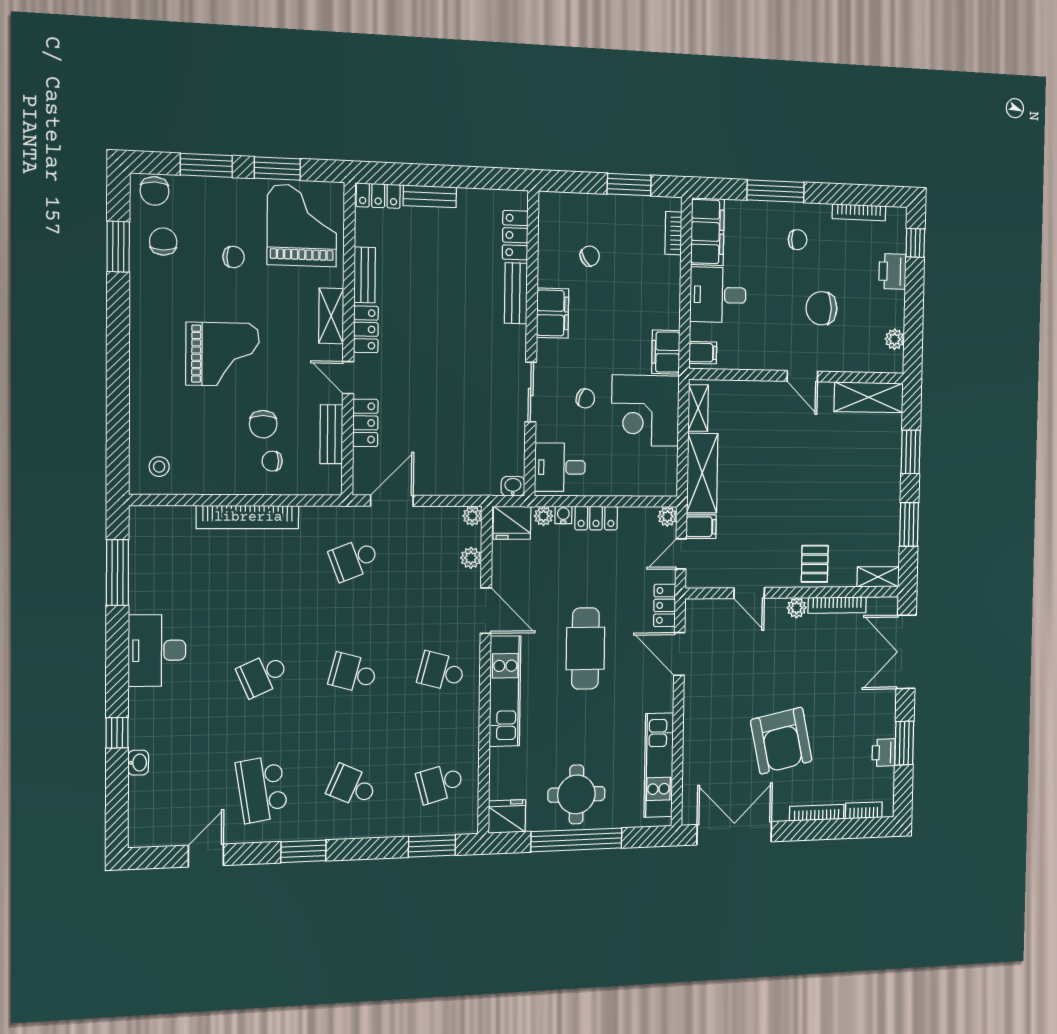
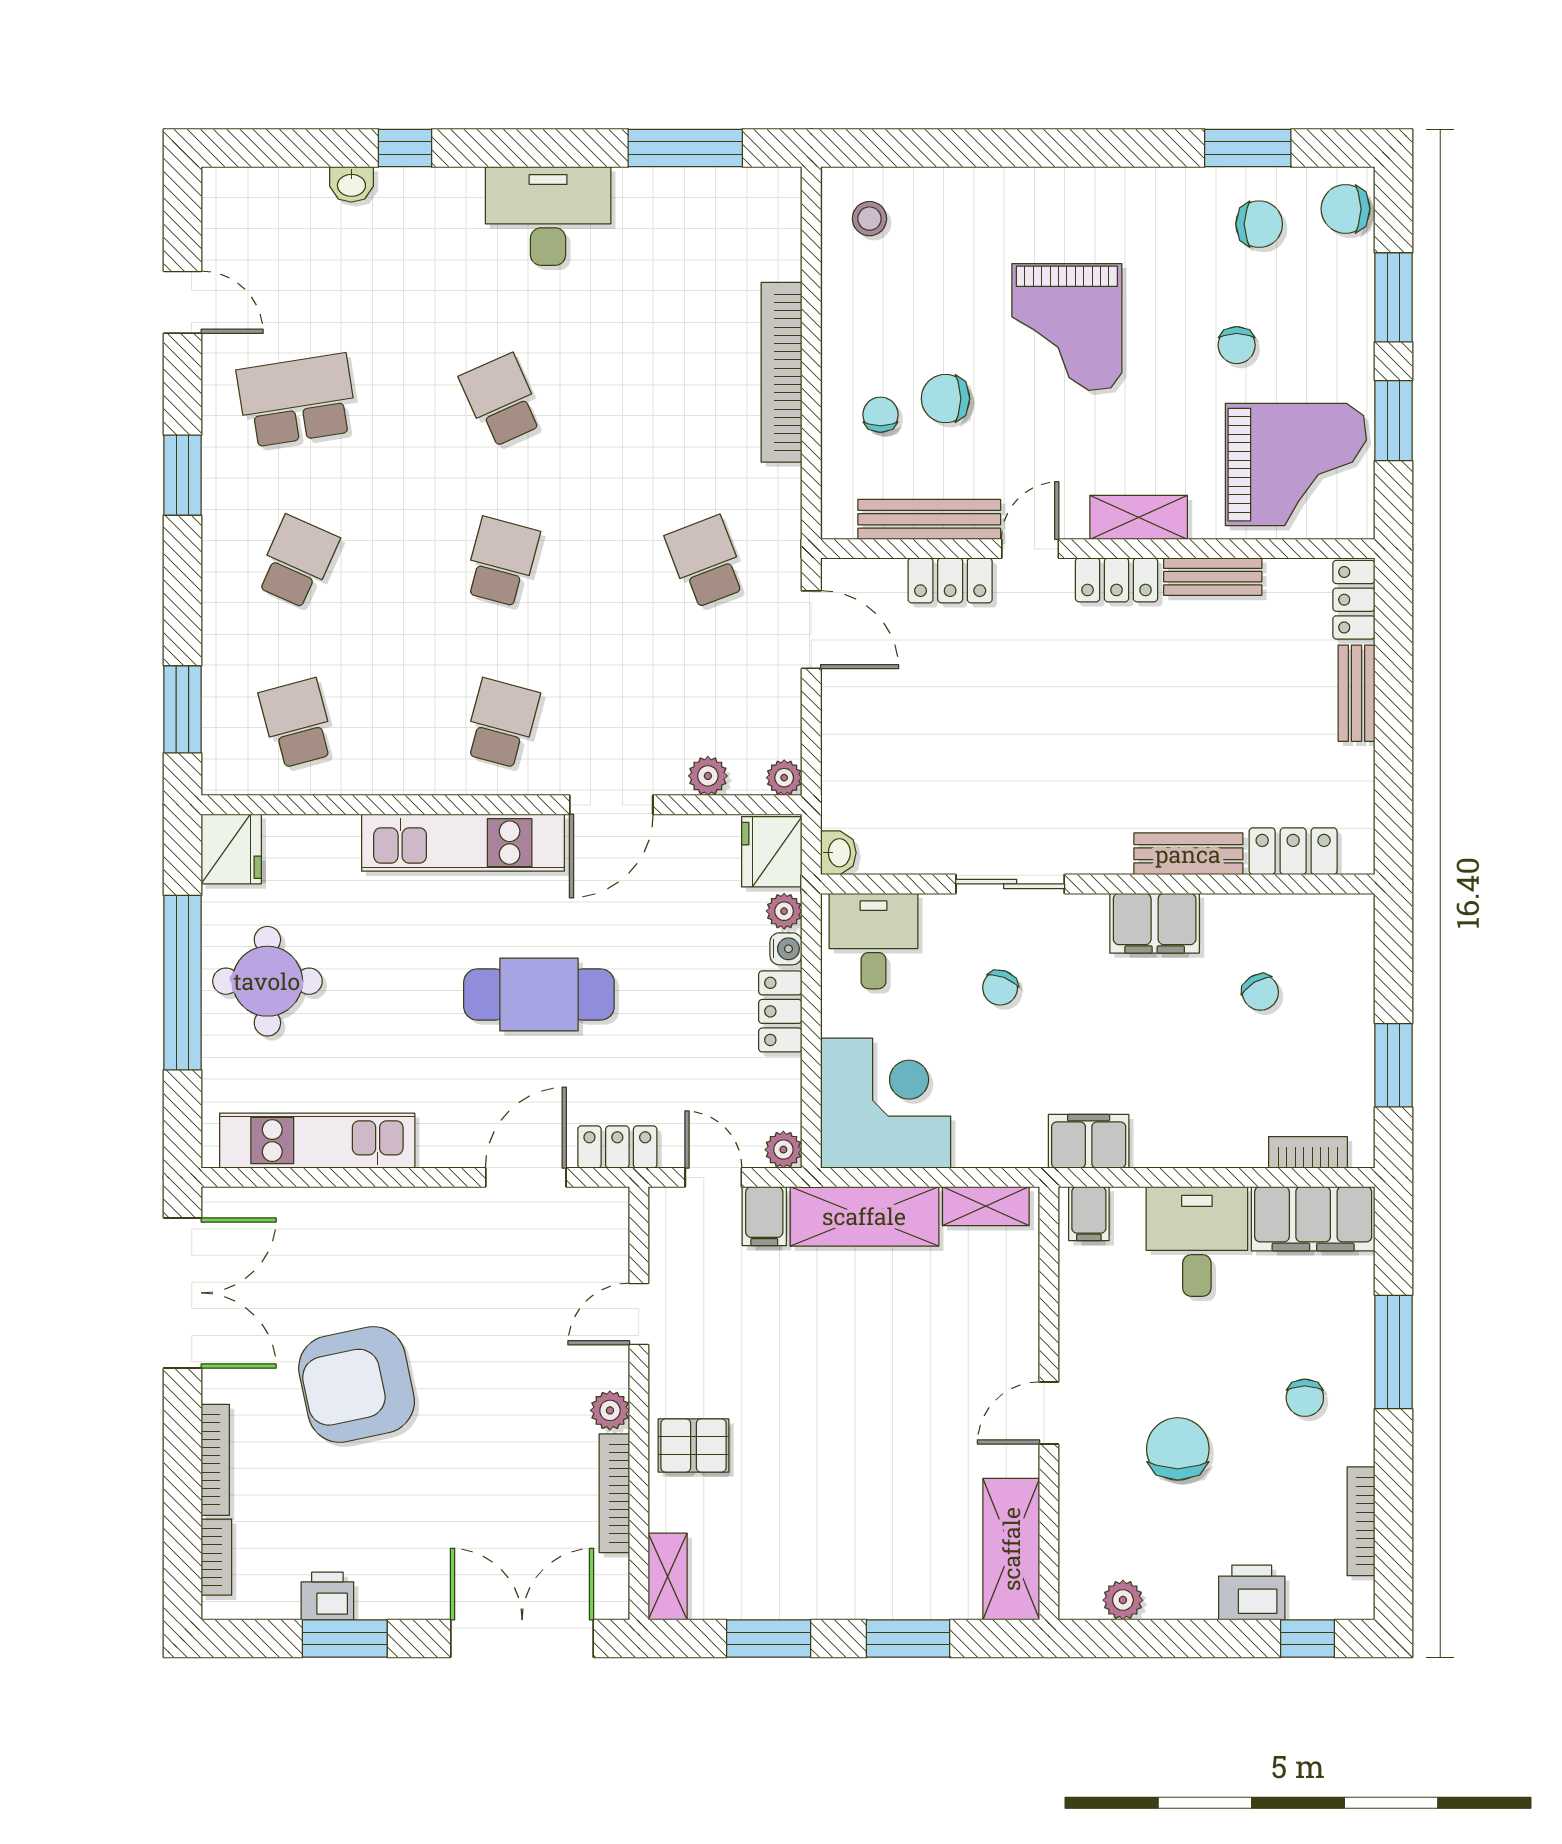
corner desk: (645, 411) -> (886, 1103), moved, turned 90
bench: (331, 434) -> (929, 519), width x1.36

